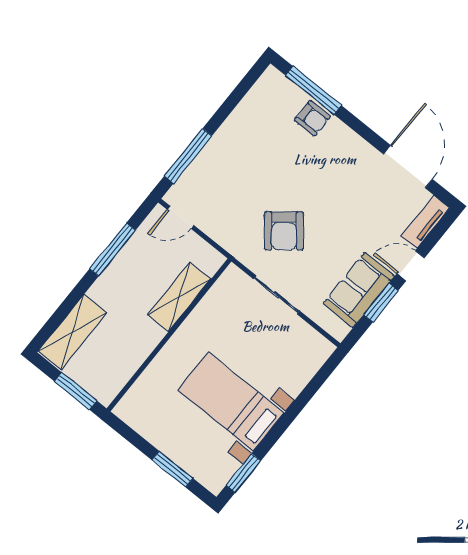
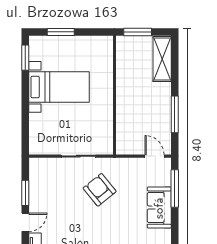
door: (181, 217) -> (155, 156), hinge flipped
sofa: (359, 290) -> (159, 208), moved, turned 180
shelving: (179, 297) -> (124, 117), removed

